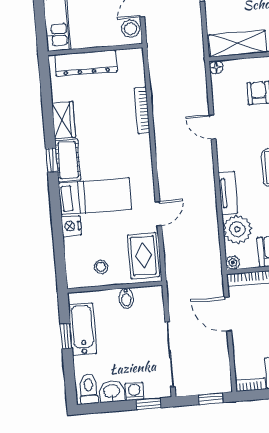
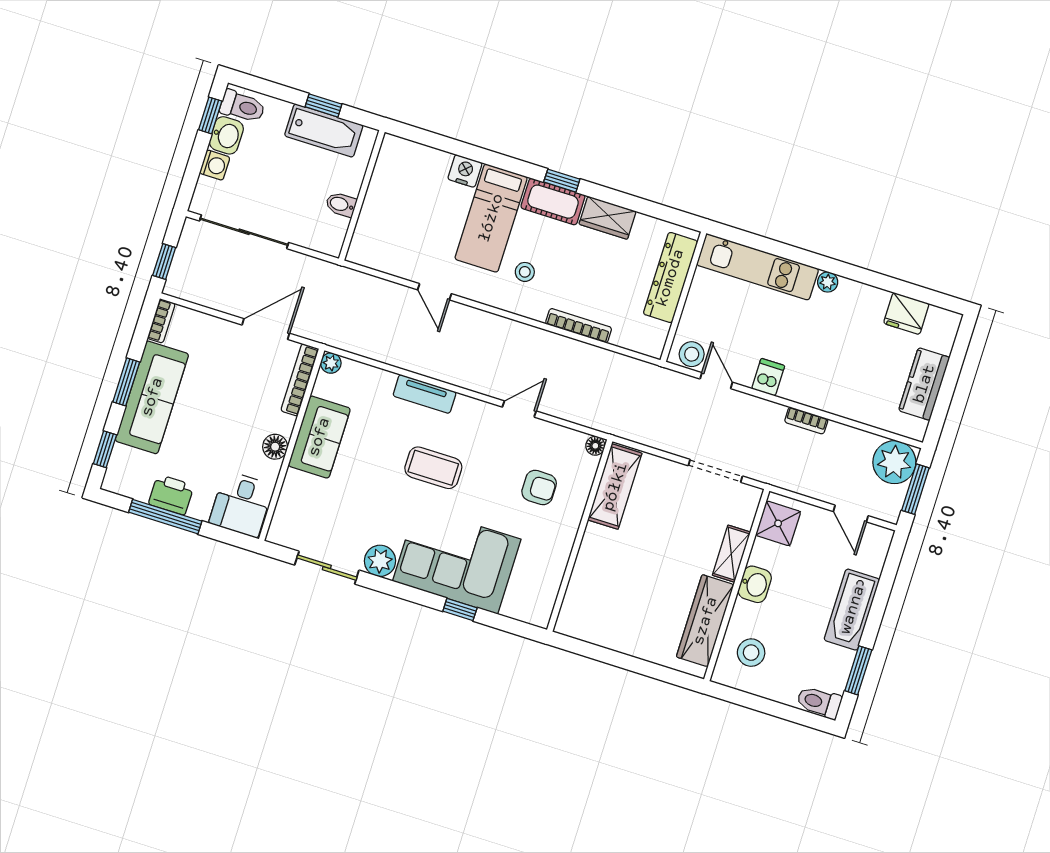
plant: (237, 229) -> (372, 387), removed
rug: (143, 256) -> (387, 250), removed
stool: (101, 267) -> (525, 272), moved
window: (149, 404) -> (210, 115), moved

